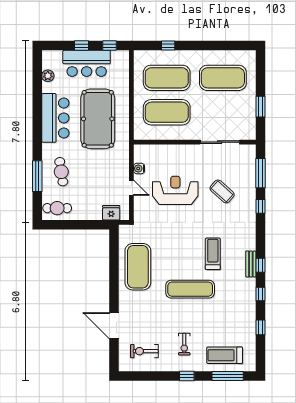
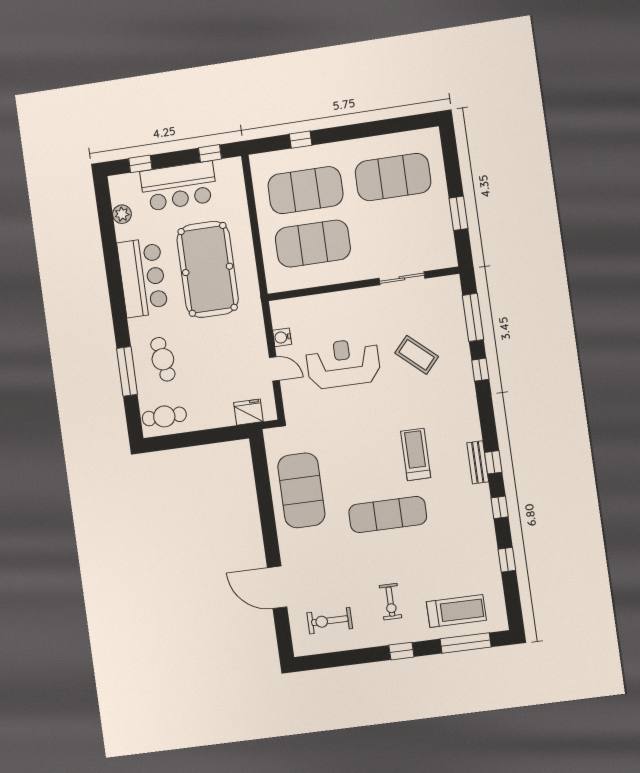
window: (81, 46) -> (140, 164), moved
sliding door: (220, 142) -> (402, 278), width x0.73
treadmill: (225, 355) -> (456, 611), turned 180

